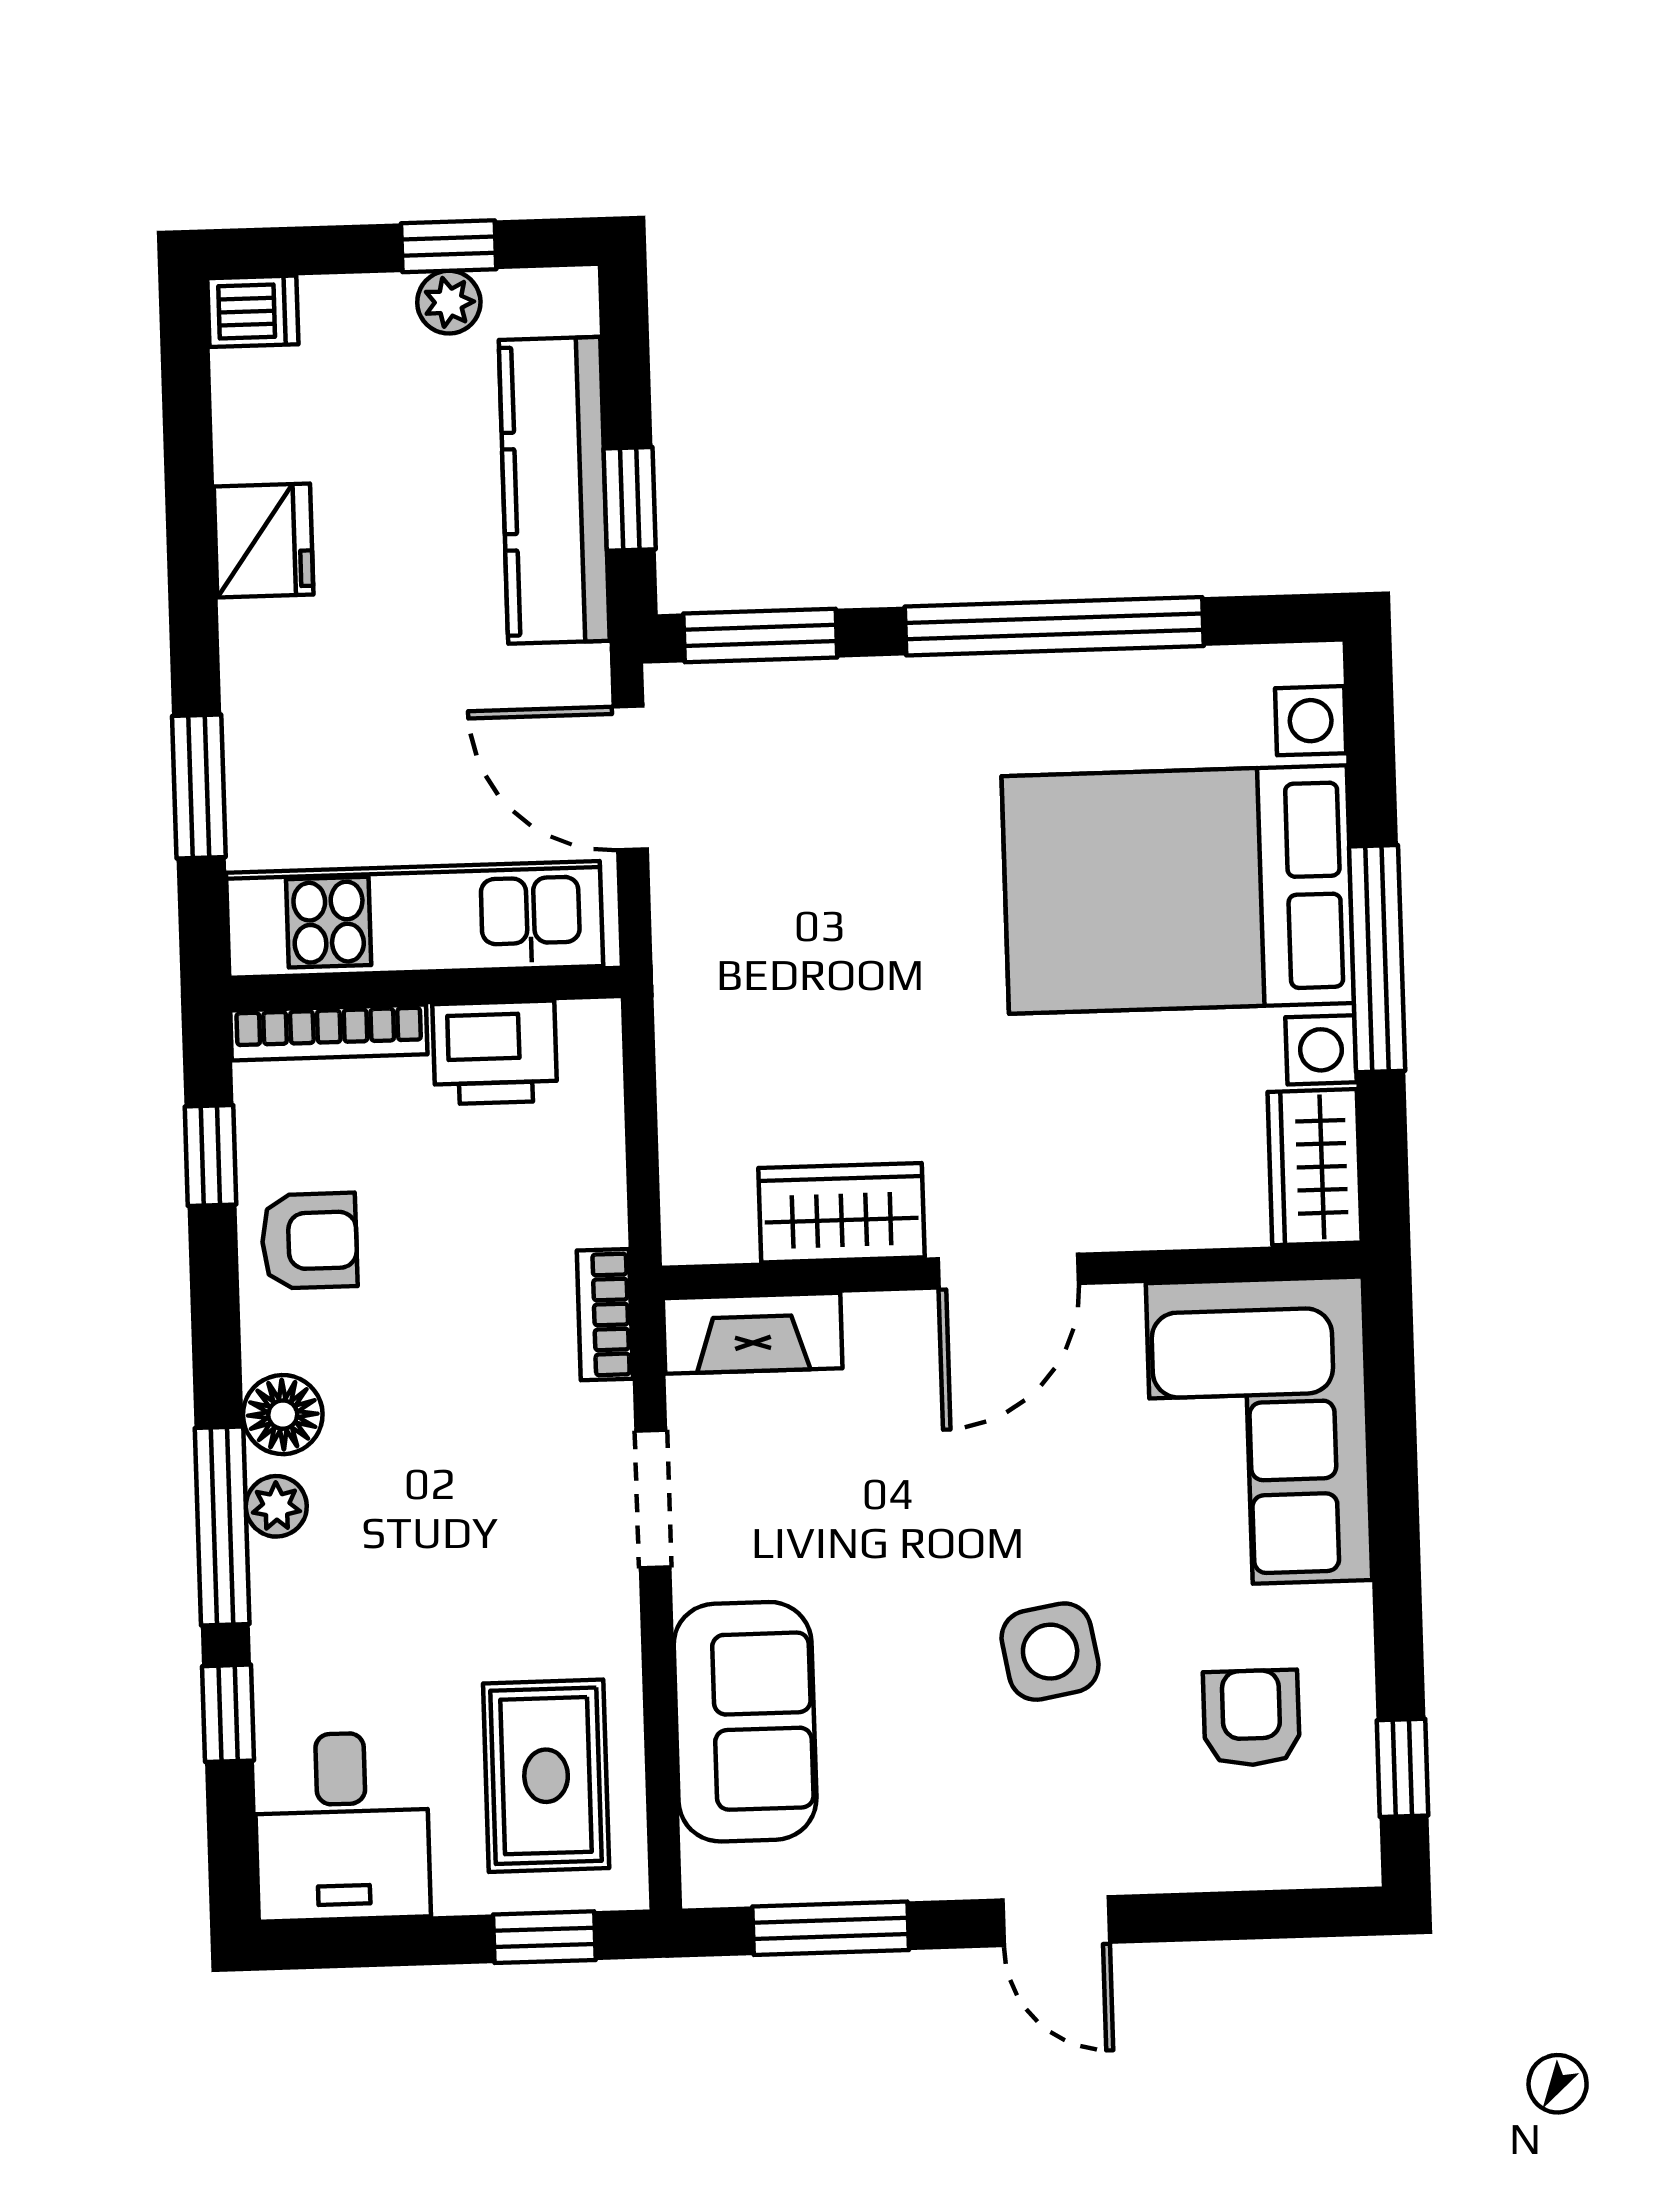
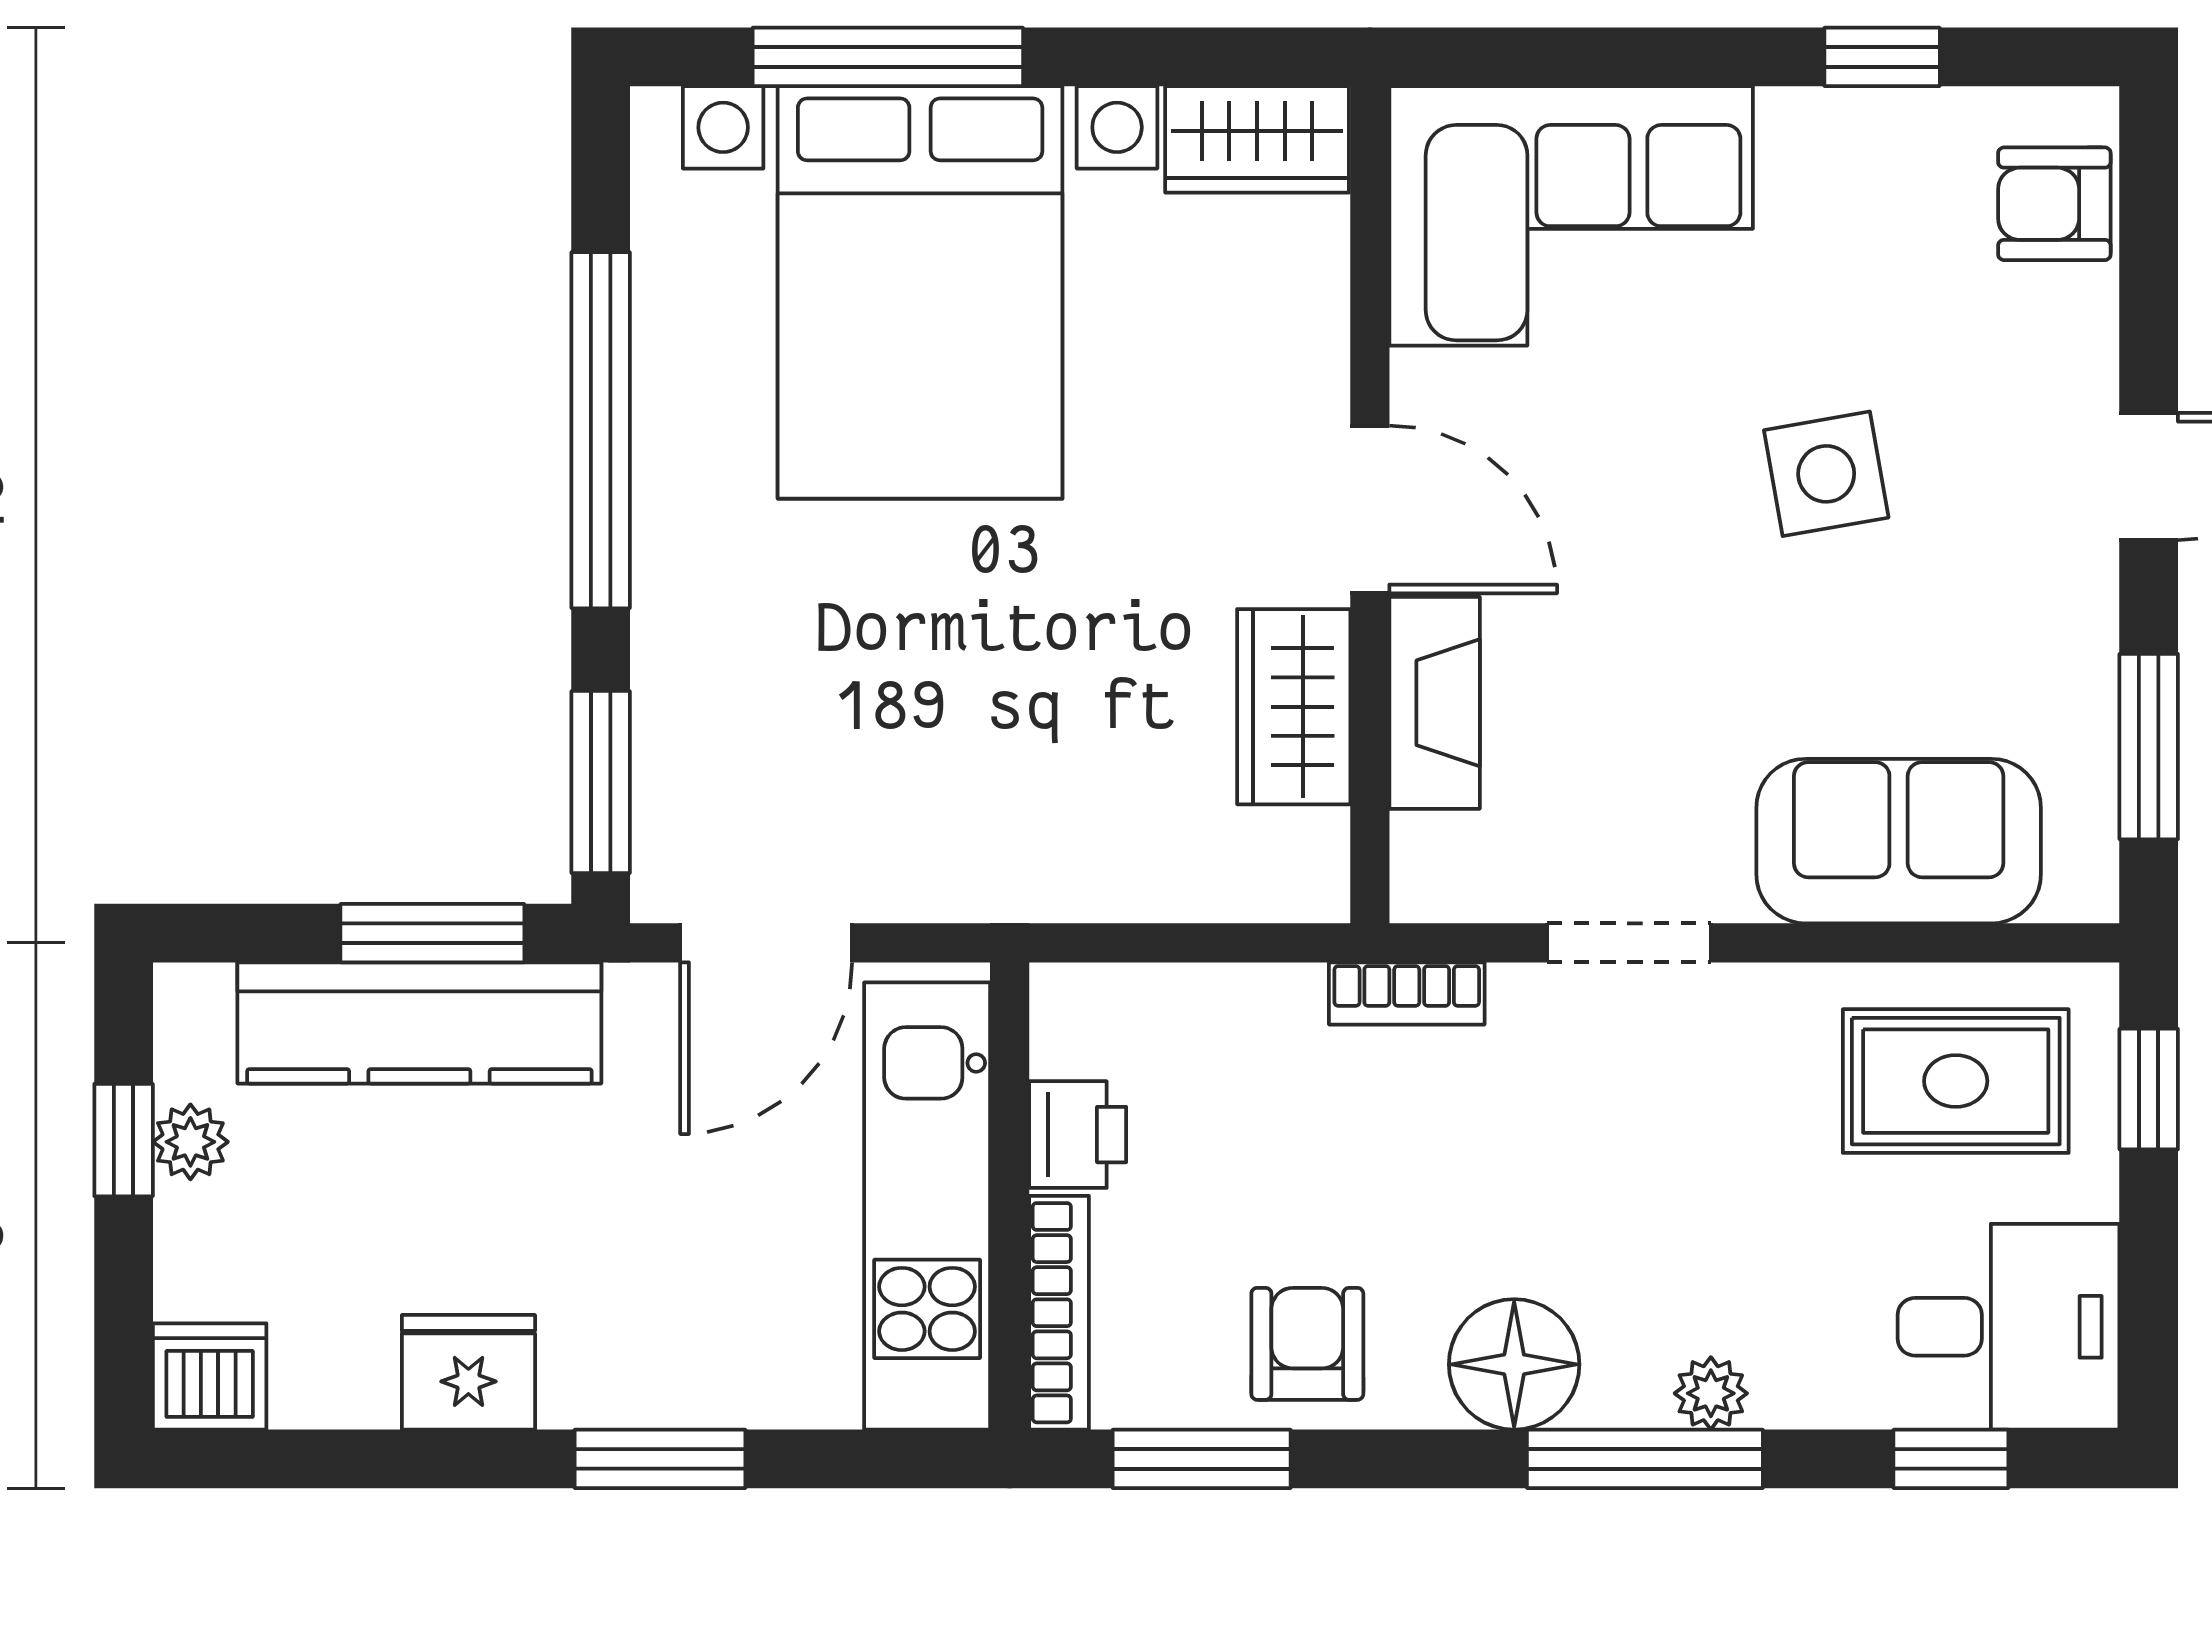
dishwasher: (253, 311) -> (210, 1376), width x1.38
window: (630, 499) -> (432, 933), width x1.50
window: (199, 786) -> (660, 1459), moved
window: (1377, 959) -> (888, 57), moved
printer: (495, 1053) -> (1078, 1135), width x0.73, depth x0.81
window: (210, 1156) -> (1202, 1459), width x1.50
fireplace: (753, 1333) -> (1435, 703), moved
floor lamp: (283, 1415) -> (1514, 1364), width x1.38, depth x1.38
plant: (276, 1506) -> (1711, 1393), moved
window: (228, 1713) -> (1951, 1459), moved
armchair: (1251, 1718) -> (2054, 204), moved
window: (1402, 1768) -> (1882, 57), moved

